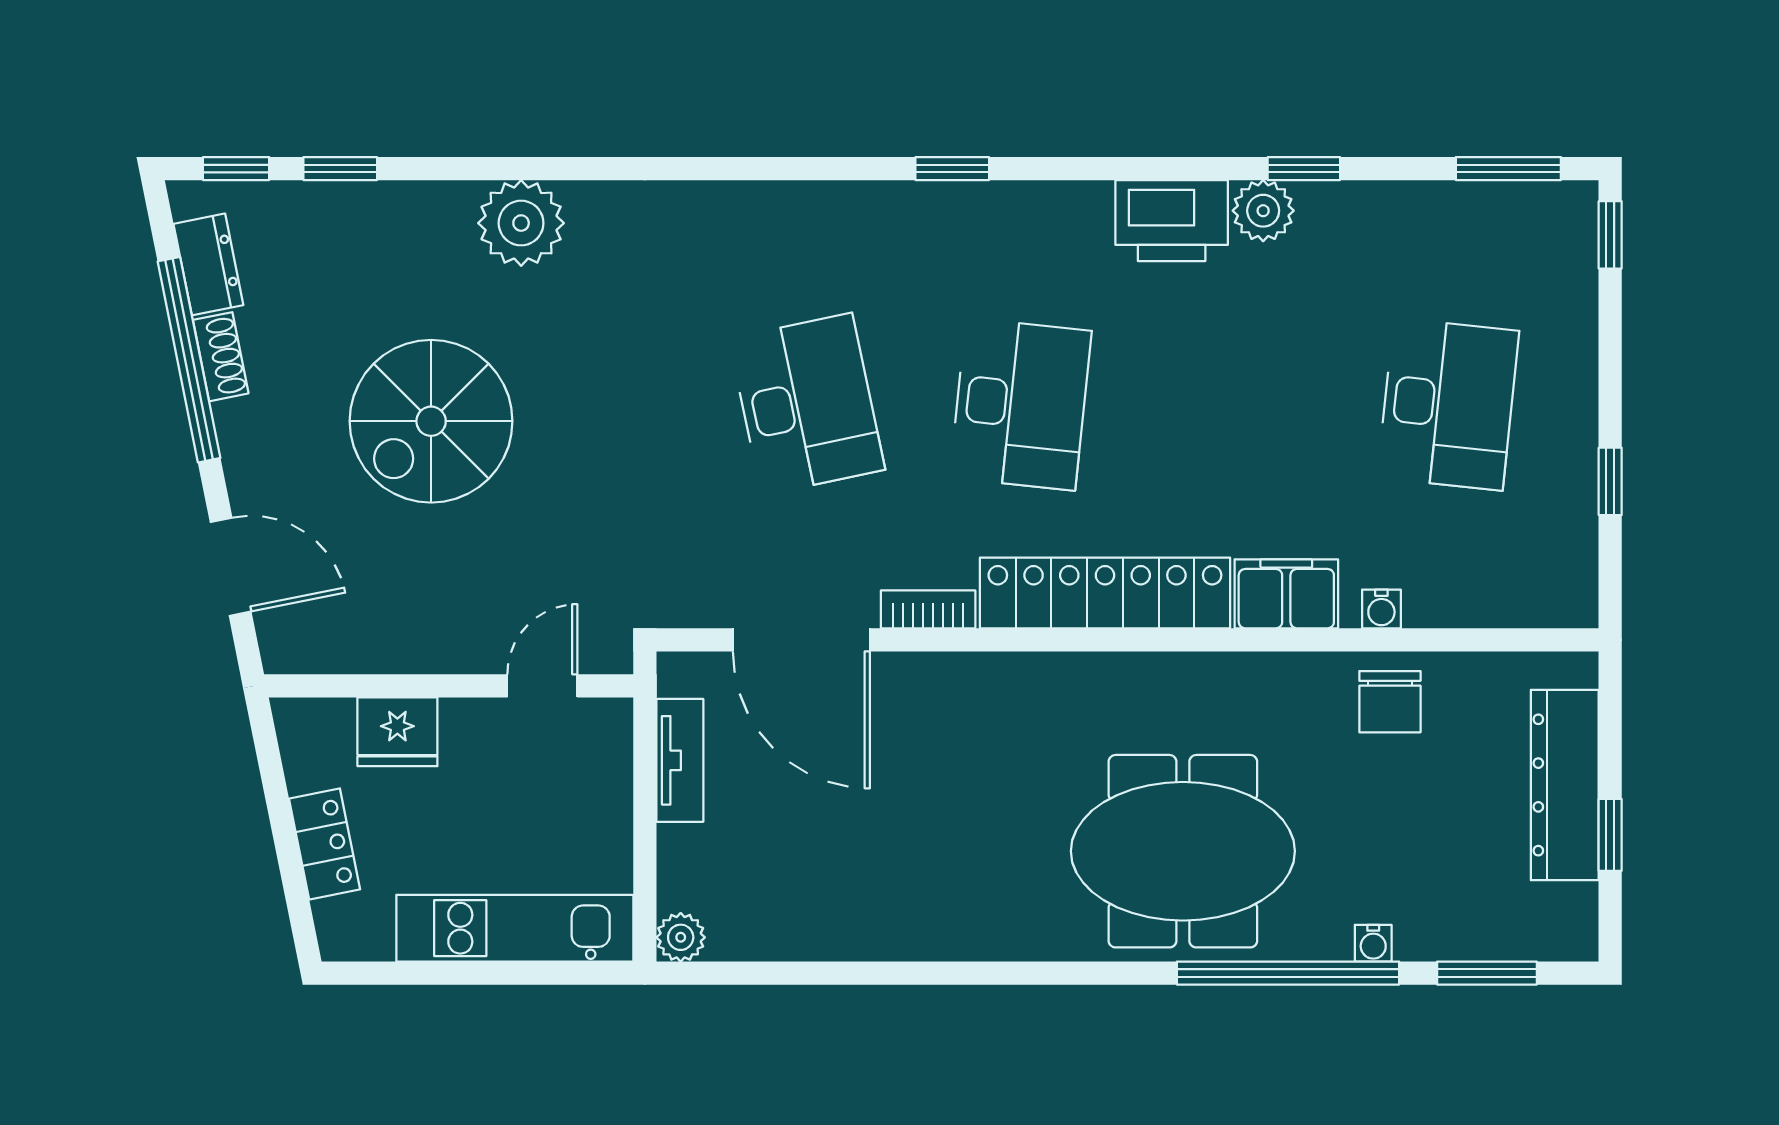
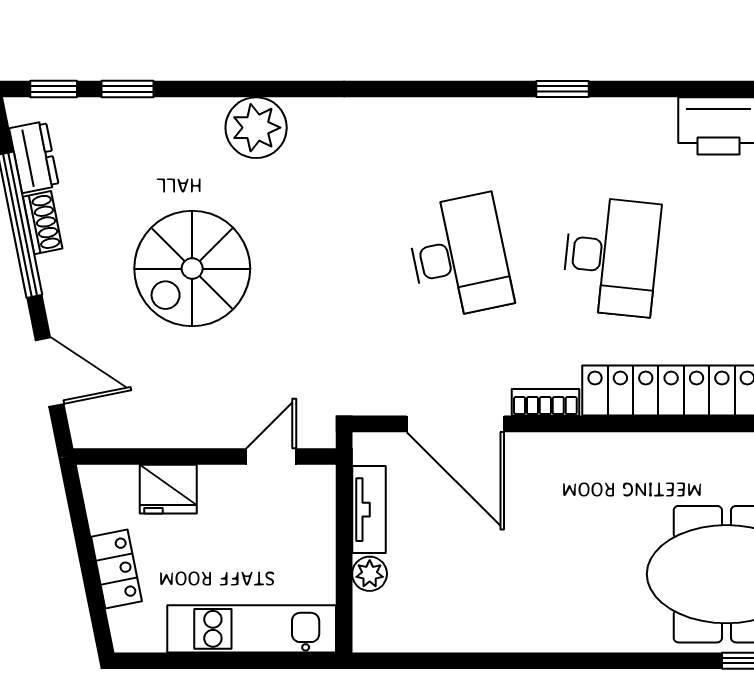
plant: (681, 937) -> (370, 574), moved

